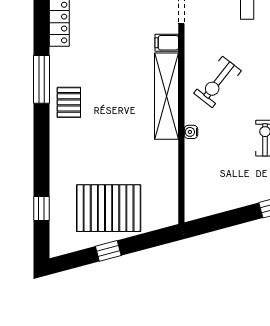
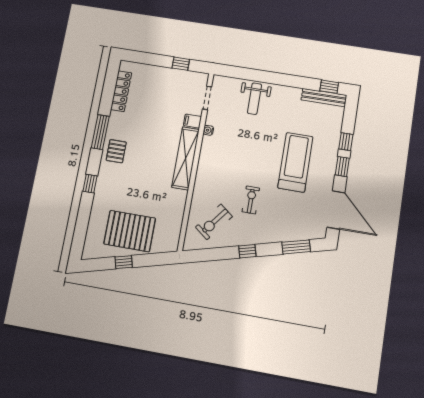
exercise bike: (217, 82) -> (214, 222), moved
water cooler: (191, 132) -> (208, 130), moved
window: (41, 208) -> (90, 184), moved

